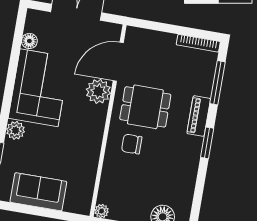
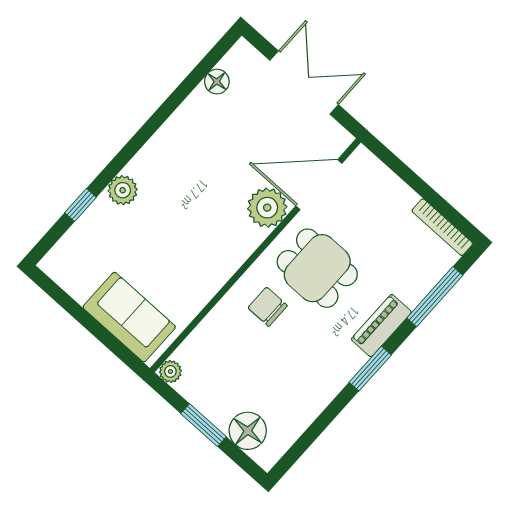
corner sofa: (39, 88) -> (190, 153), removed
sofa: (38, 192) -> (129, 317), moved

